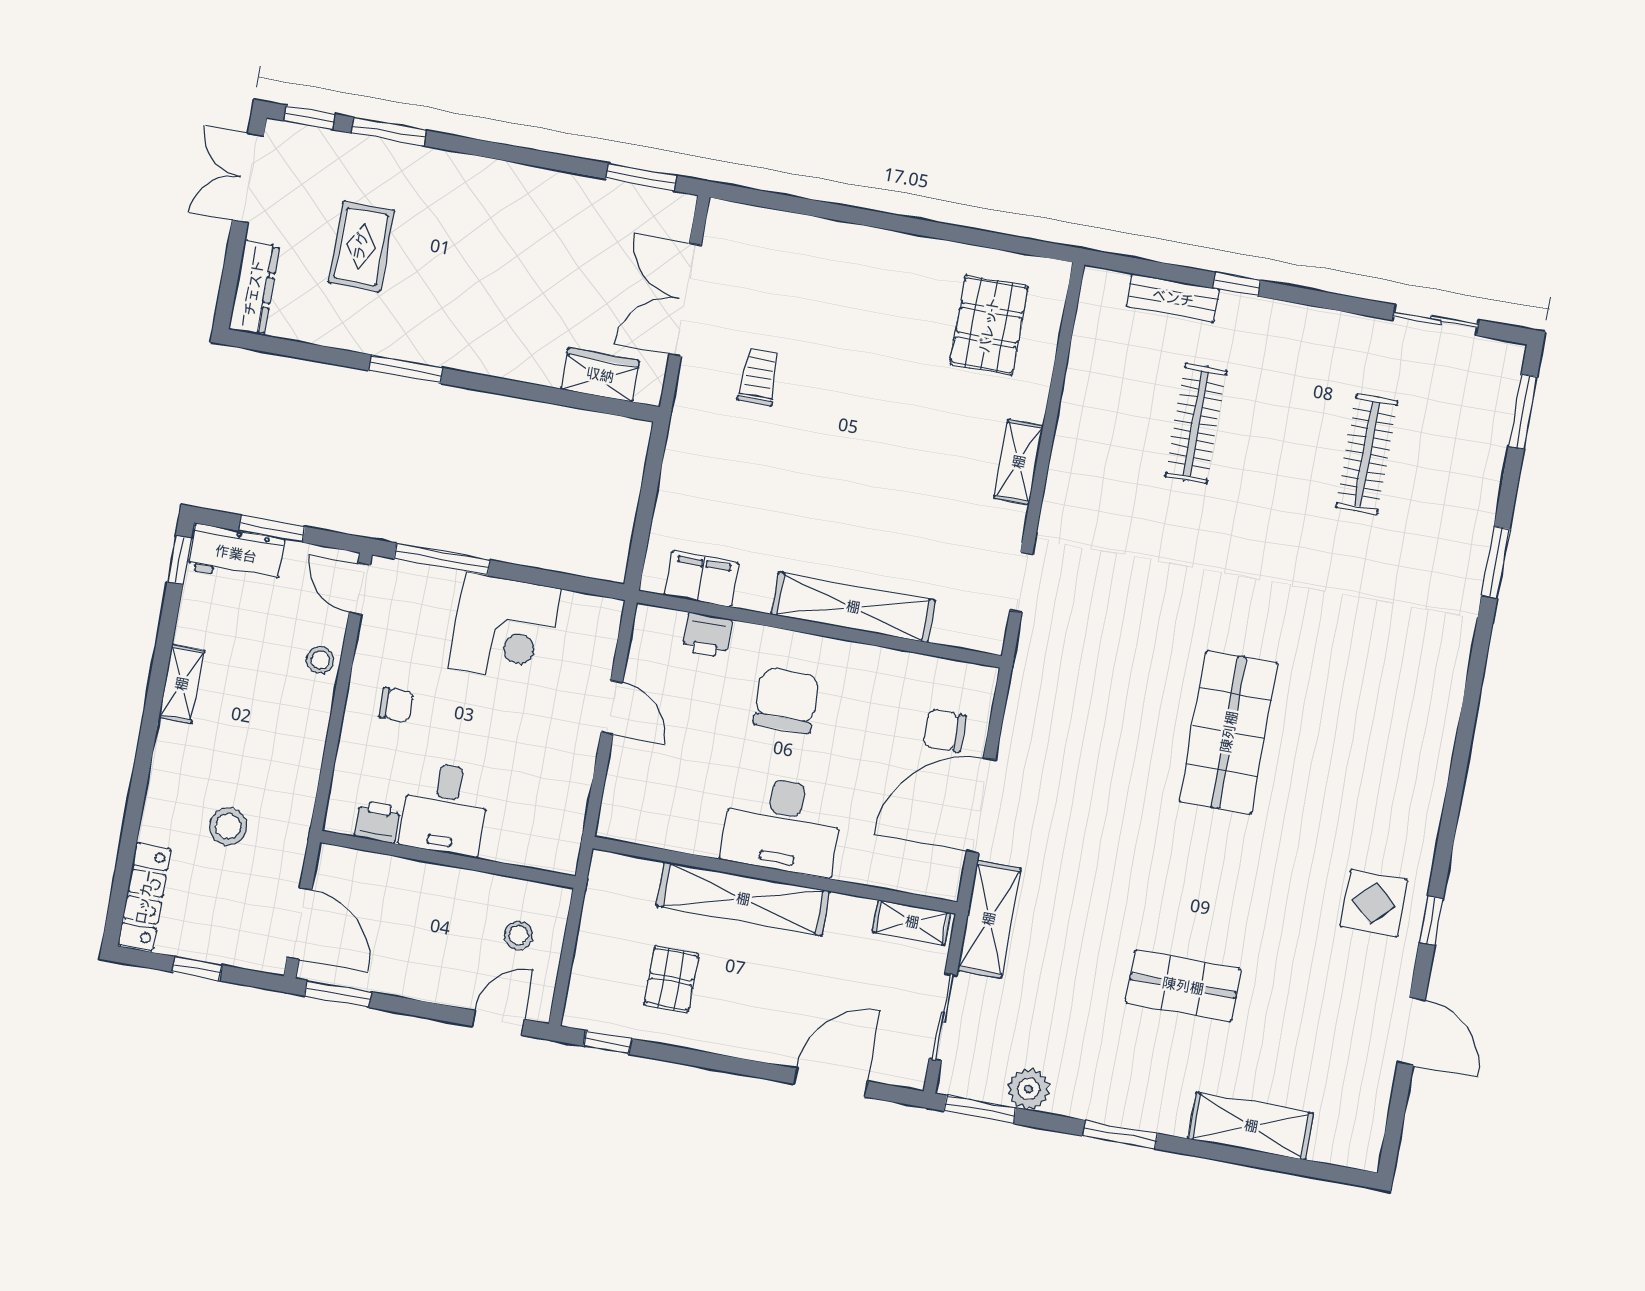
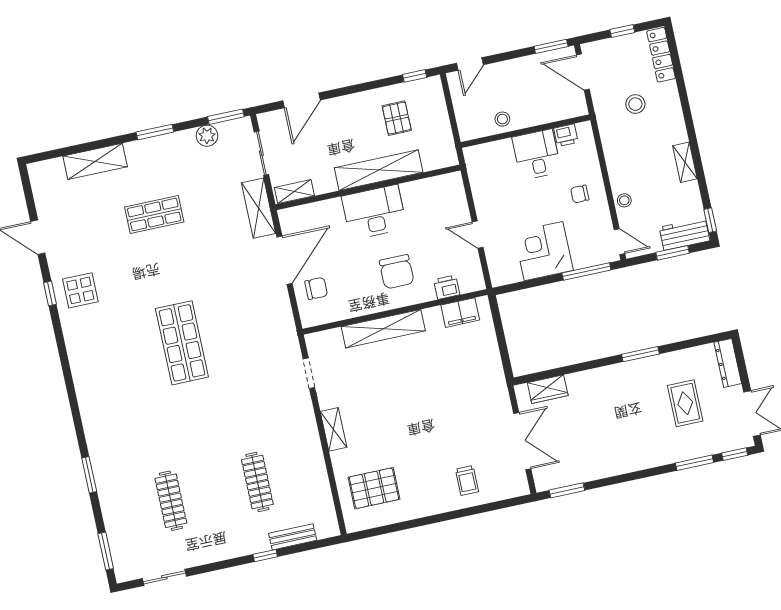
pallet: (989, 325) -> (374, 488), turned 90
trolley: (759, 377) -> (467, 480), moved
stool: (518, 935) -> (502, 119), moved

